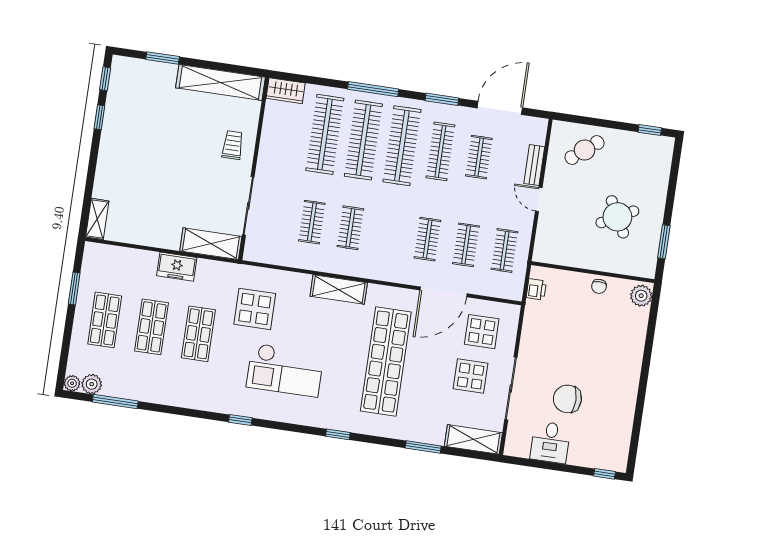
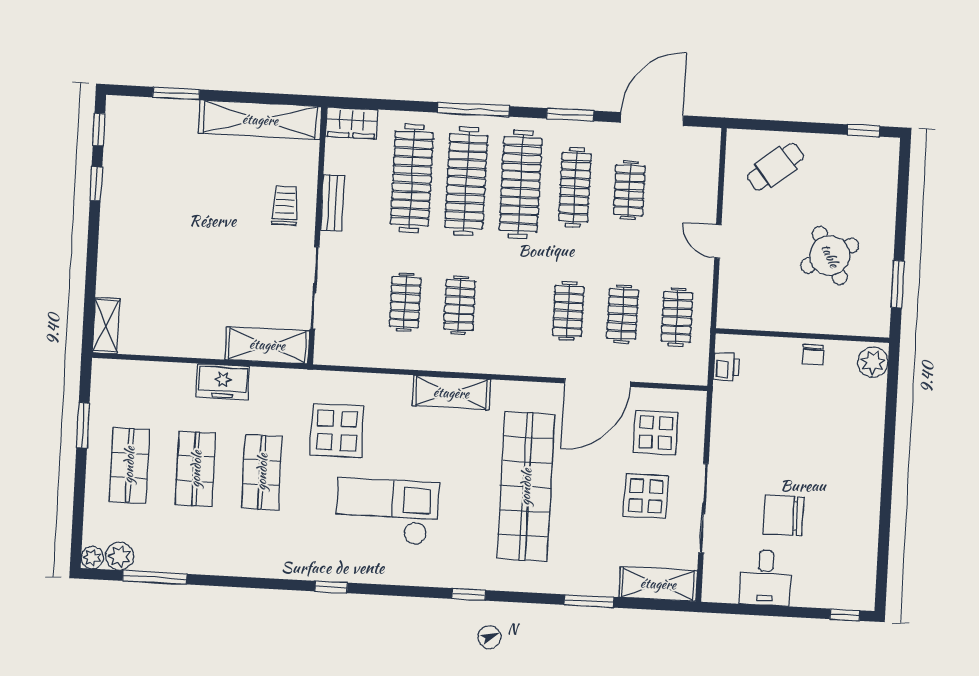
bench: (534, 165) -> (332, 203), moved
checkout: (285, 370) -> (387, 512), turned 180

